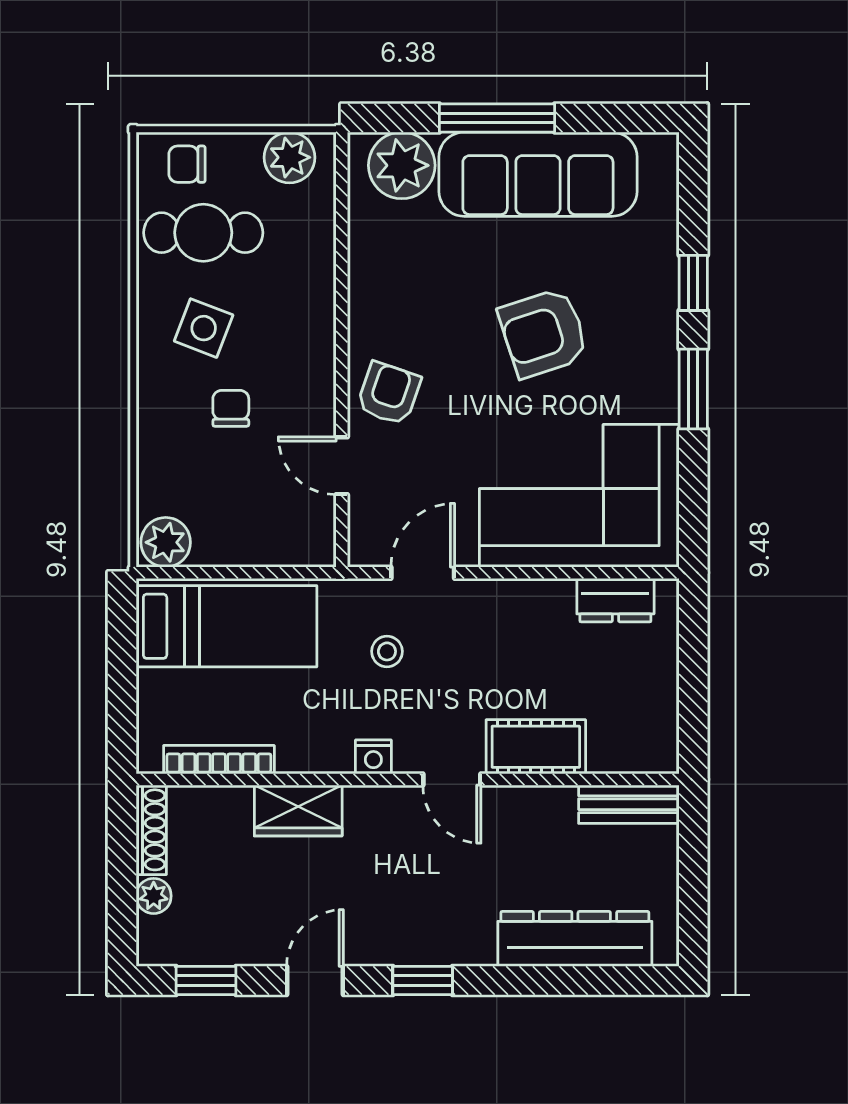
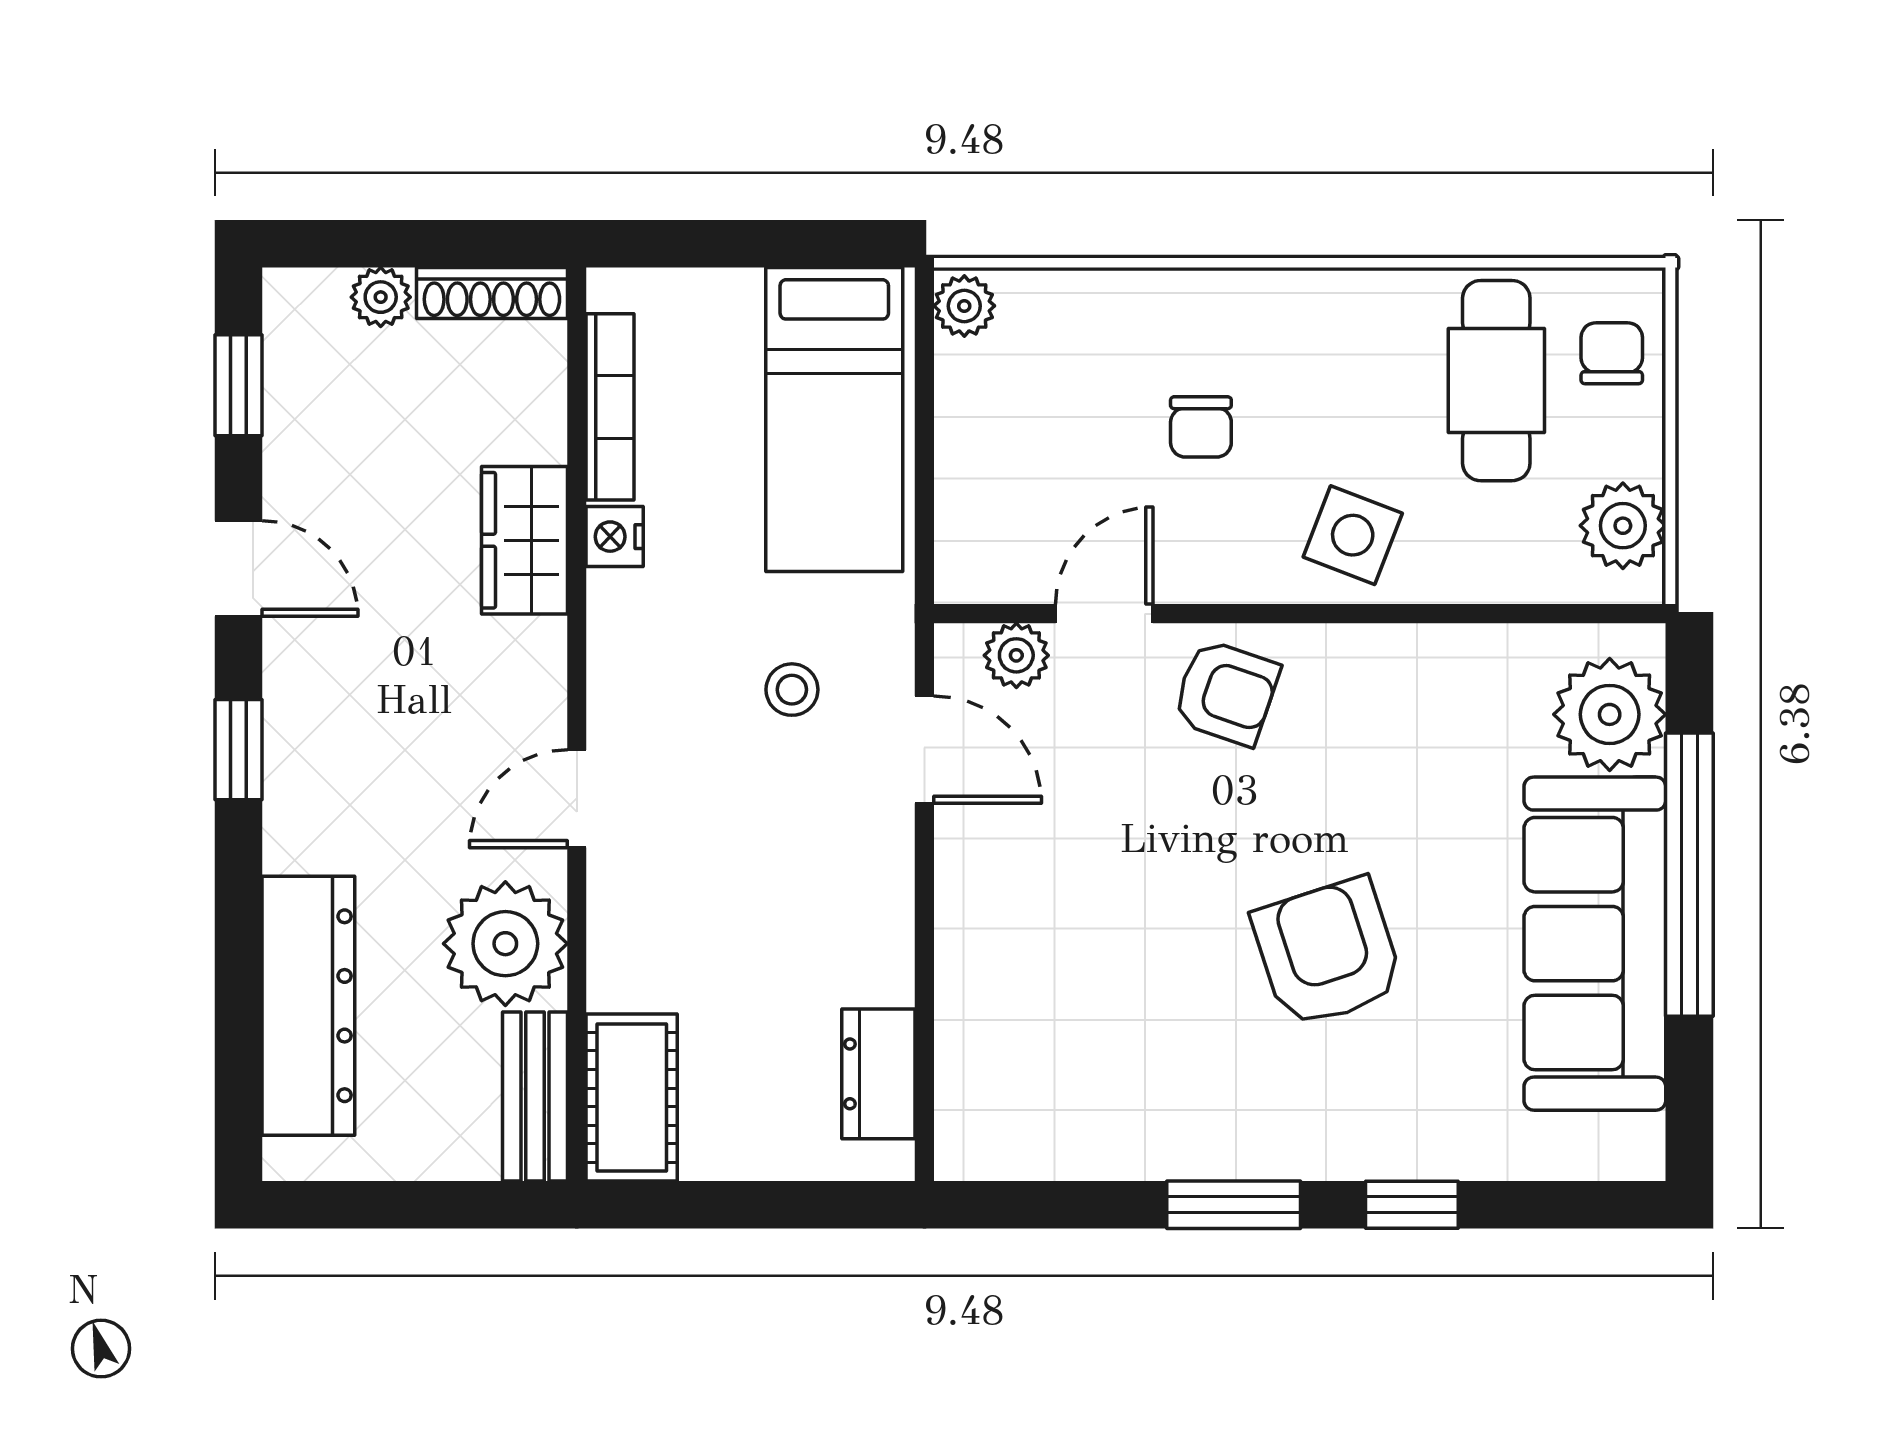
window: (497, 118) -> (1689, 875), width x1.46
side table: (204, 328) -> (1353, 535), moved
chair: (231, 408) -> (1201, 427), turned 90
corner sofa: (579, 496) -> (1054, 1013), removed
plant: (367, 518) -> (1016, 655), added
plant: (166, 542) -> (964, 306), width x0.73, depth x0.73
cot: (536, 747) -> (632, 1097), moved
nightstand: (373, 757) -> (615, 537), moved
plant: (538, 822) -> (505, 944), added

